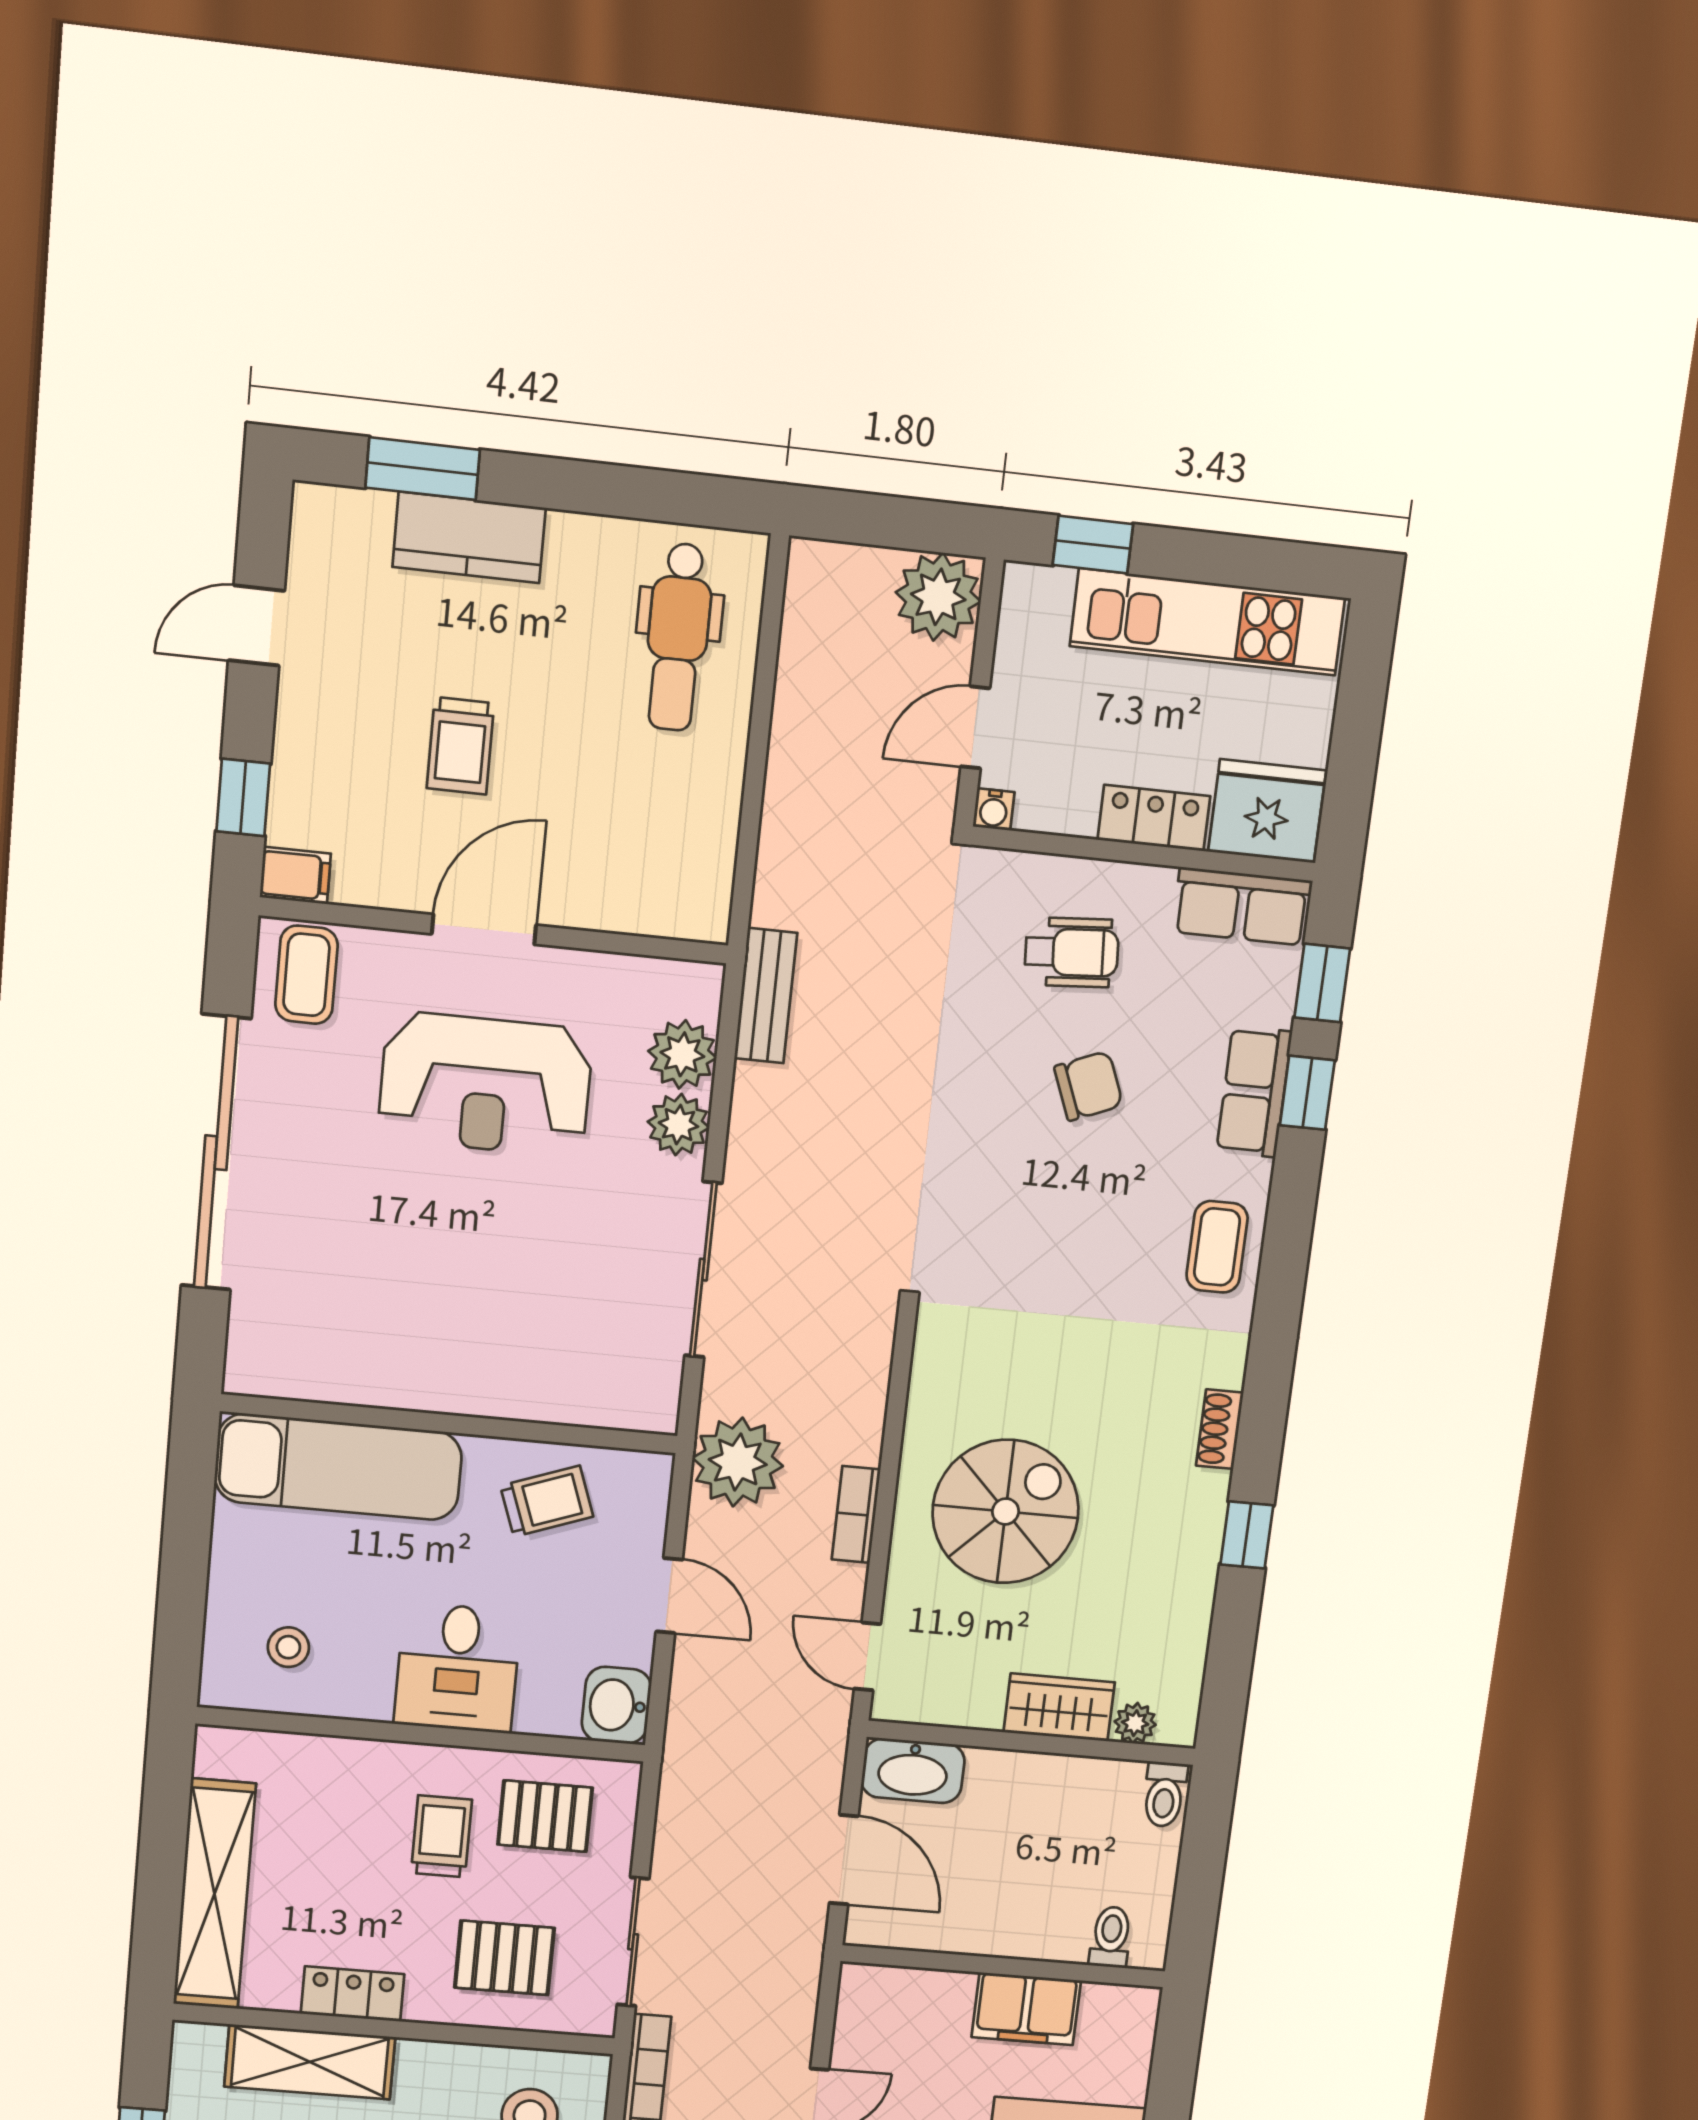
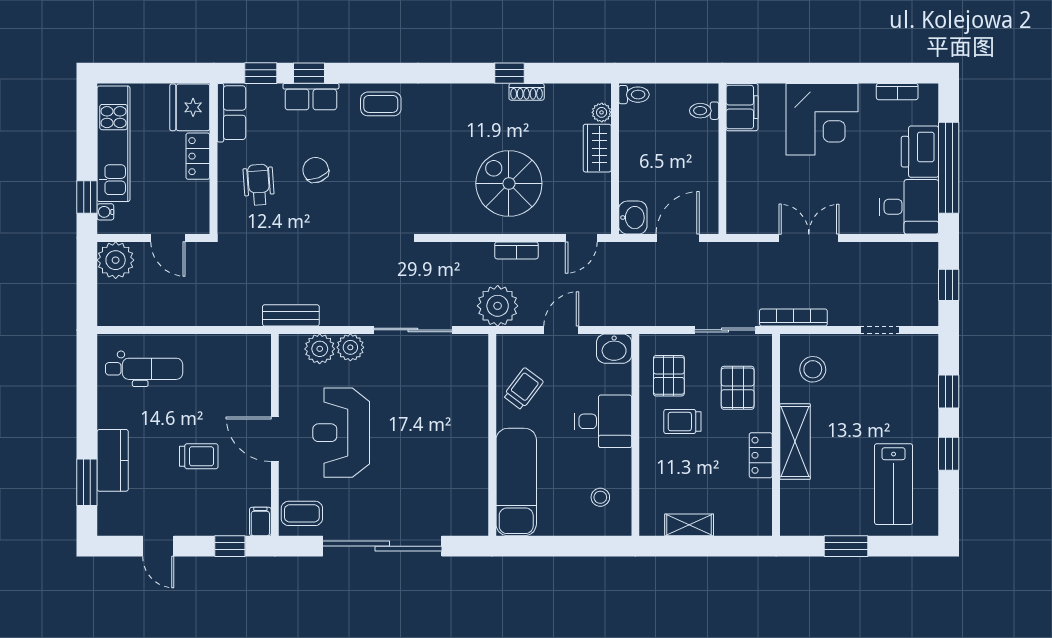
water cooler: (994, 809) -> (105, 212), moved, turned 180
reception desk: (485, 1084) -> (341, 433), turned 180
shoe rack: (1220, 1429) -> (527, 92), moved
trolley: (547, 1501) -> (523, 389), turned 57
washbasin: (913, 1771) -> (633, 218), width x0.72
shelving: (214, 1894) -> (689, 525), width x0.45, depth x0.75
filing cabinet: (1026, 2009) -> (742, 107), moved
shelving: (310, 2062) -> (795, 442), moved

